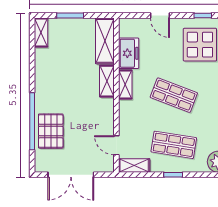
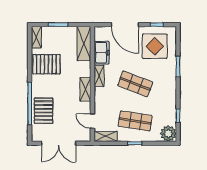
door: (160, 16) -> (125, 25), width x1.87
pallet: (55, 69) -> (46, 64), added
shelving: (107, 81) -> (85, 89), moved

